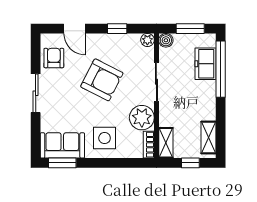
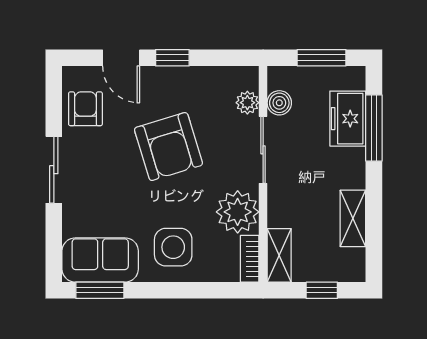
window: (117, 29) -> (172, 58), moved
plant: (147, 40) -> (247, 103), moved
boiler: (166, 40) -> (279, 103), moved
window: (221, 69) -> (374, 128), width x0.68
armchair: (102, 80) -> (168, 147), turned 46
shelving: (208, 138) -> (353, 218), moved

